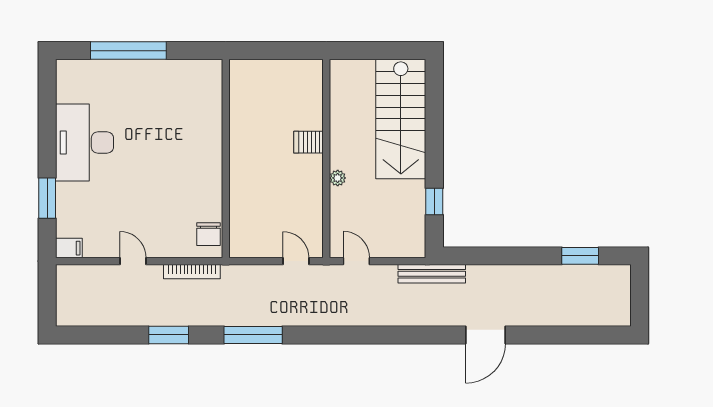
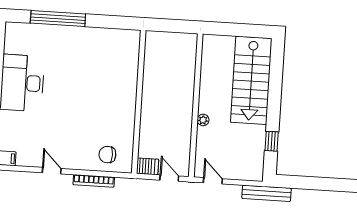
server rack: (308, 142) -> (148, 166), moved, turned 180
wall: (226, 159) -> (139, 102), moved
chair: (209, 234) -> (107, 155), turned 90

